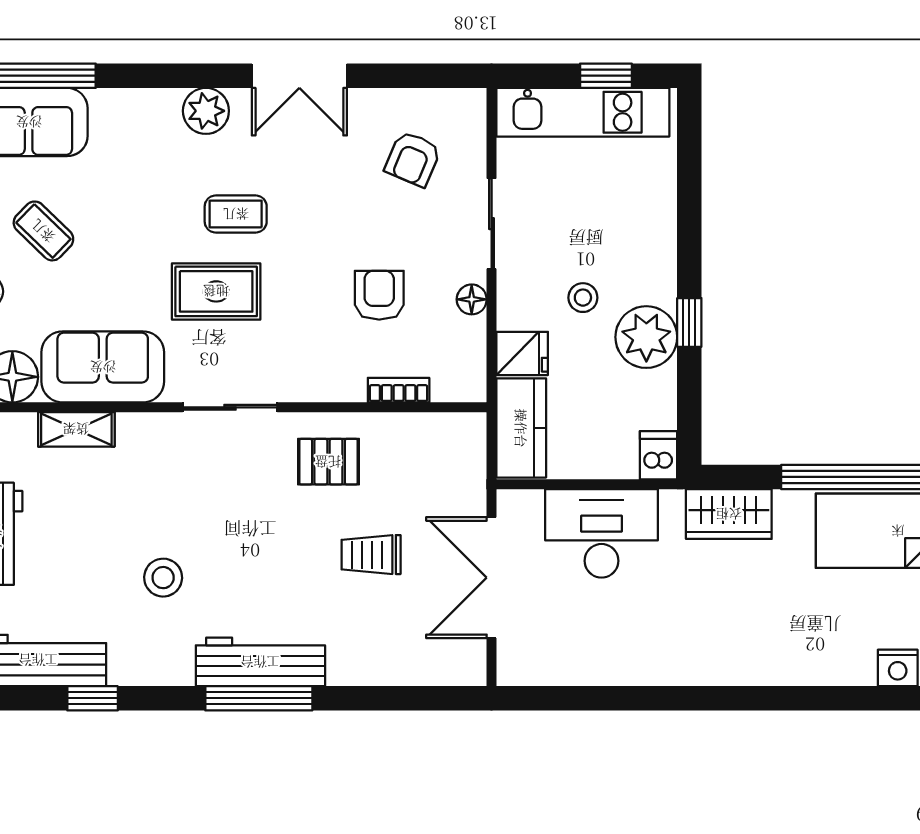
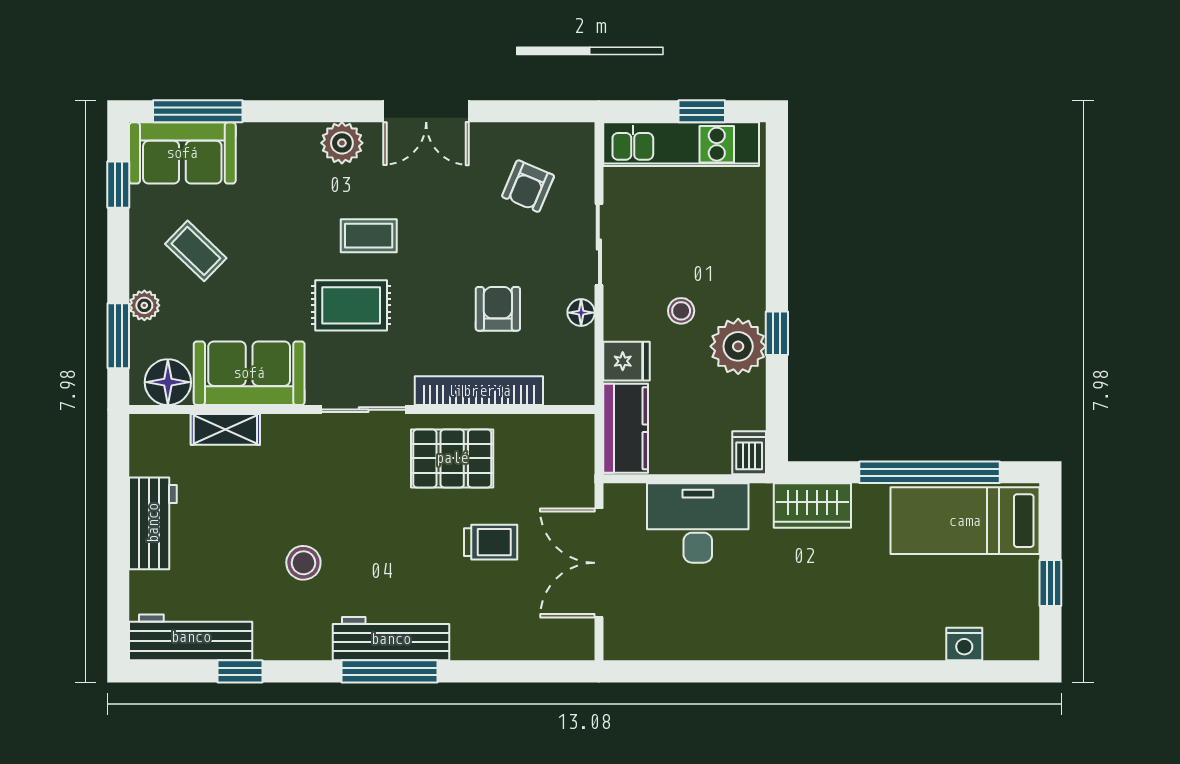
bookcase: (399, 390) -> (479, 391), width x2.31, depth x1.31
pallet: (328, 462) -> (452, 458), width x1.50, depth x1.42
trolley: (371, 555) -> (491, 542), turned 180

